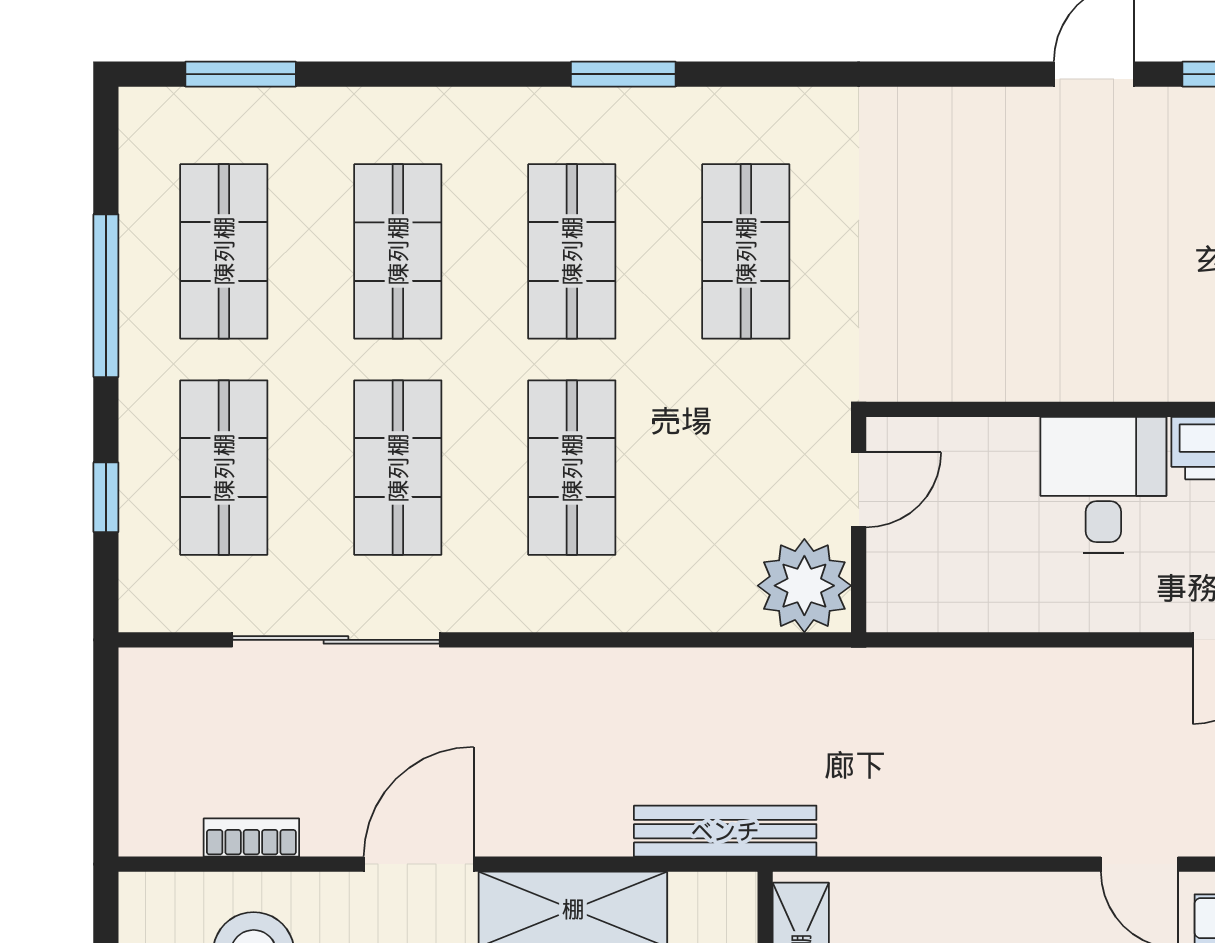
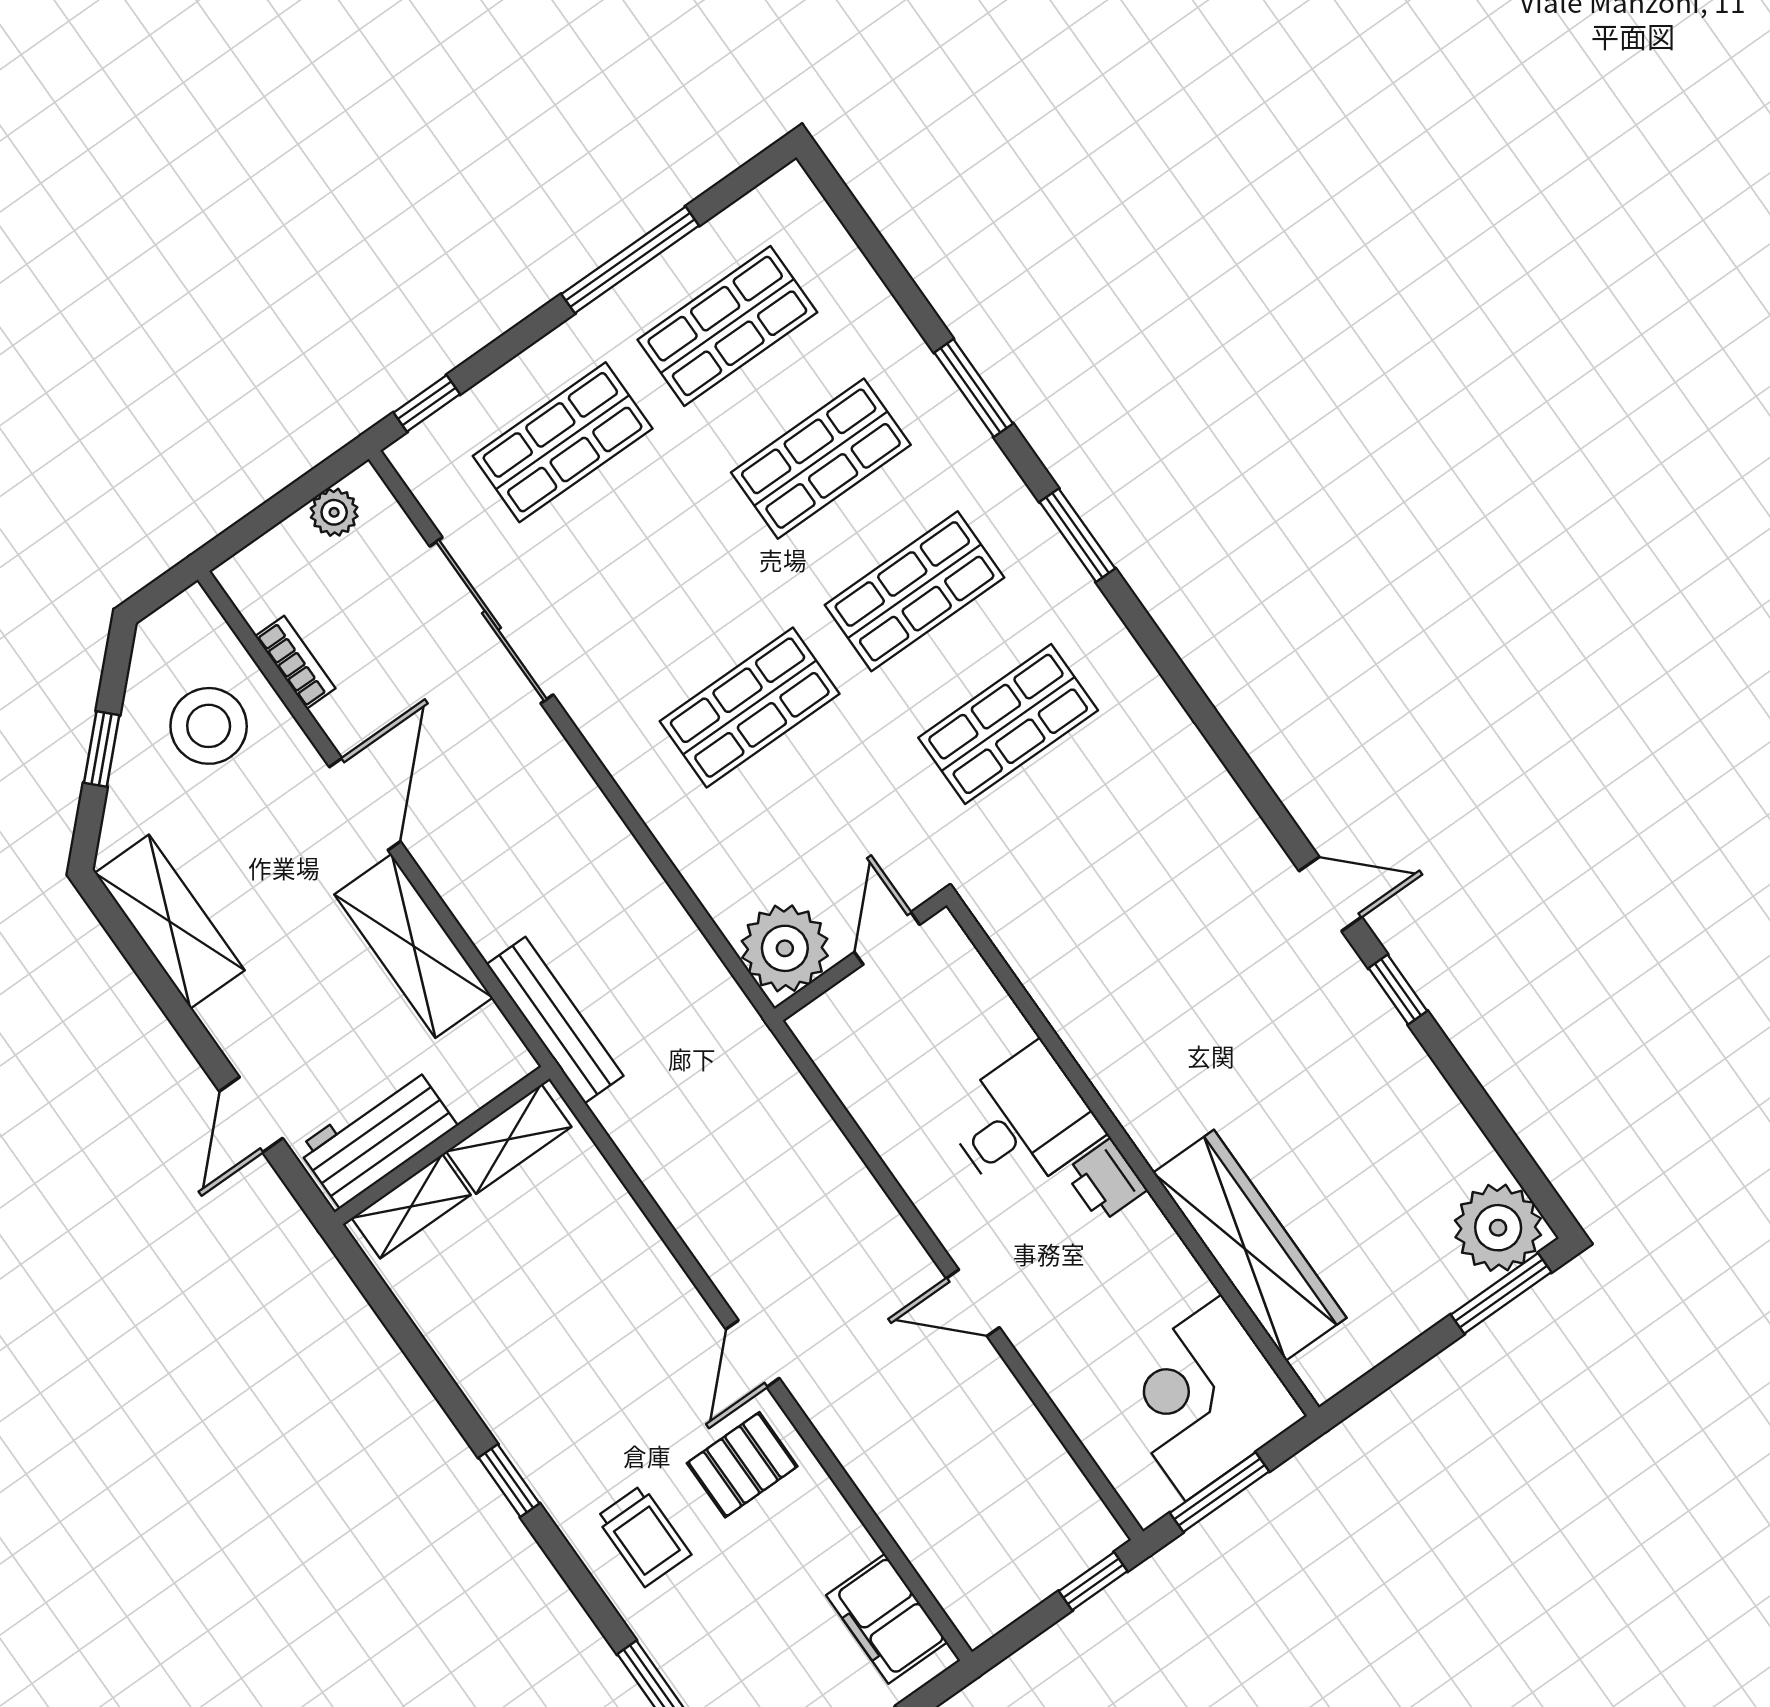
window: (241, 74) -> (974, 388), moved
shop shelf: (398, 468) -> (656, 575), removed
door: (859, 490) -> (887, 938), swing flipped
window: (106, 497) -> (427, 403), moved
plant: (144, 711) -> (334, 512), added
door: (419, 864) -> (365, 804), hinge flipped

